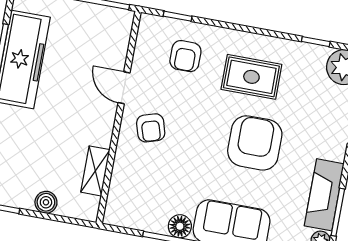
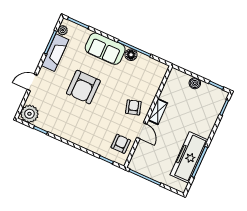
armchair: (185, 56) -> (121, 144), moved
rug: (251, 77) -> (77, 120), removed
shelving: (95, 171) -> (158, 112), moved

